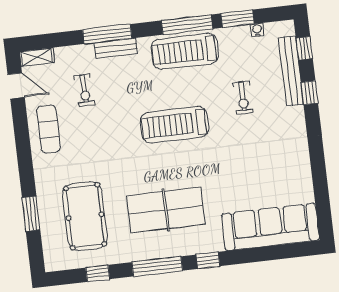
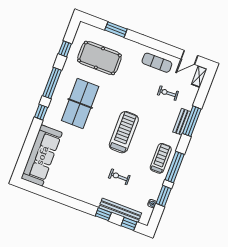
treadmill: (185, 51) -> (161, 158), width x0.73, depth x0.73

